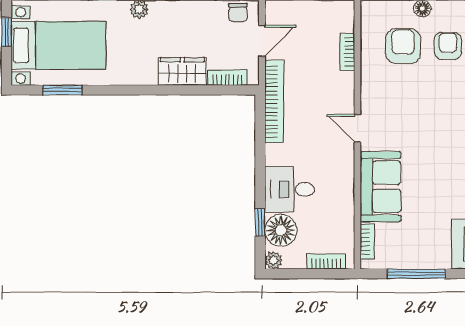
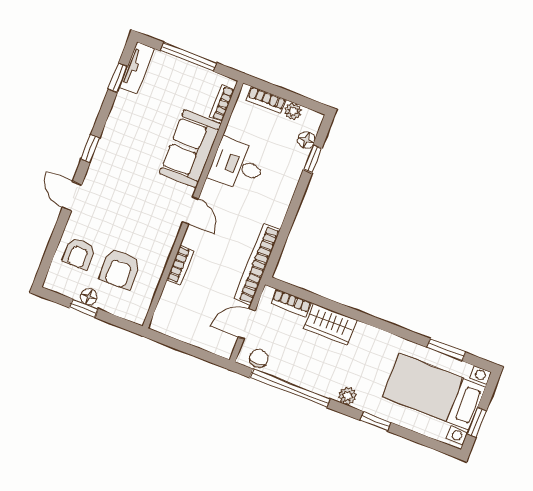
bookcase: (347, 52) -> (180, 265), moved
desk: (290, 189) -> (237, 165), moved, turned 180
floor lamp: (281, 230) -> (306, 140), width x0.53, depth x0.53
plant: (274, 260) -> (293, 111), moved

